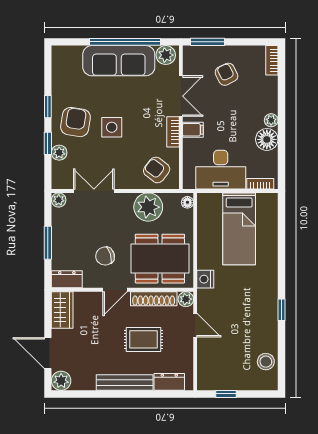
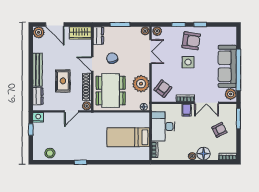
floor lamp: (267, 139) -> (204, 154), moved
plant: (59, 153) -> (157, 31), moved
nightstand: (205, 279) -> (38, 117), moved
door: (48, 353) -> (55, 25), swing flipped

